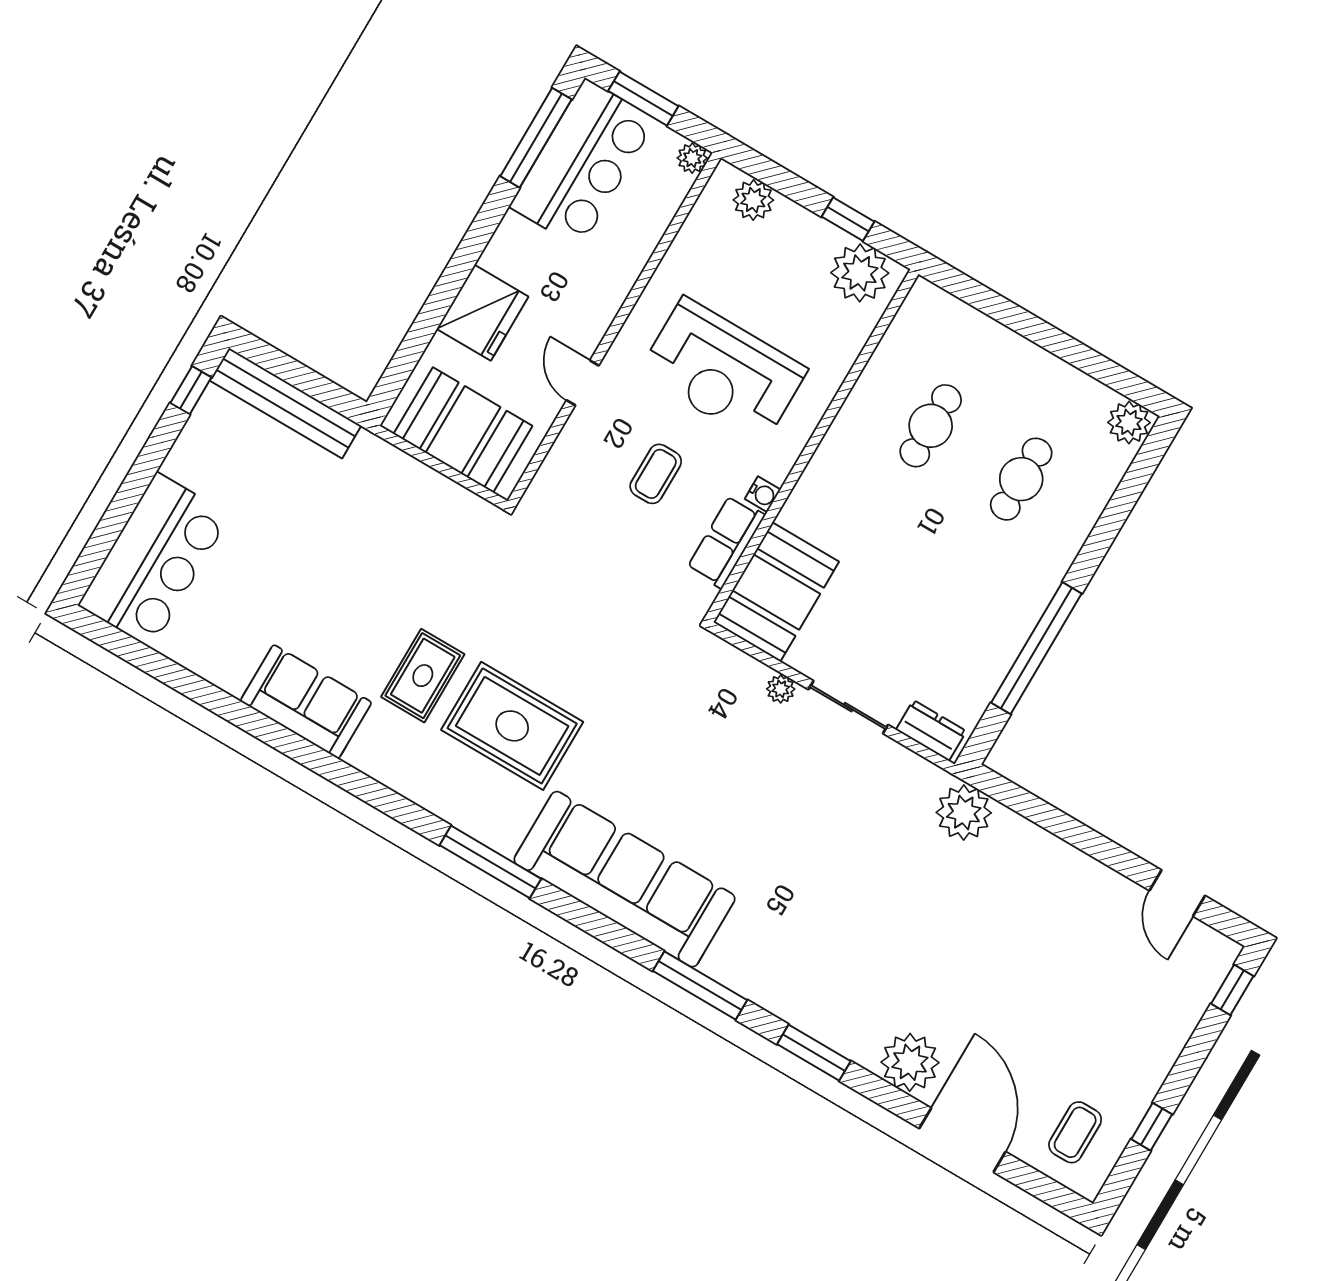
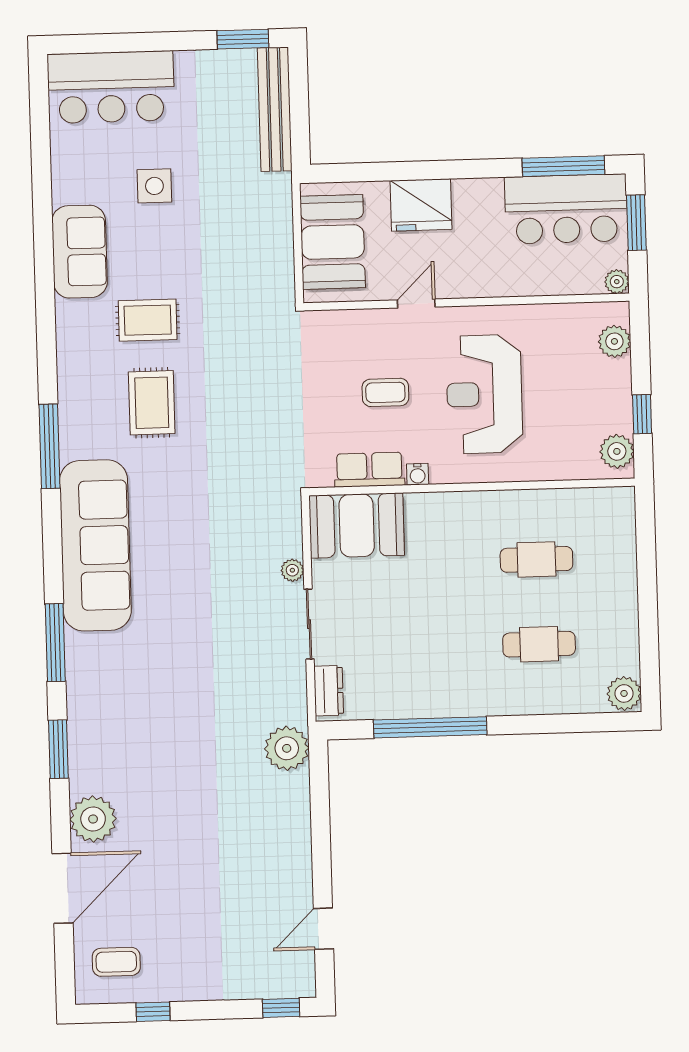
plant: (860, 273) -> (617, 451), width x0.73, depth x0.73
window: (191, 390) -> (243, 39), width x1.50
side table: (287, 580) -> (154, 186), added
rug: (512, 726) -> (152, 403), width x0.73, depth x0.70

